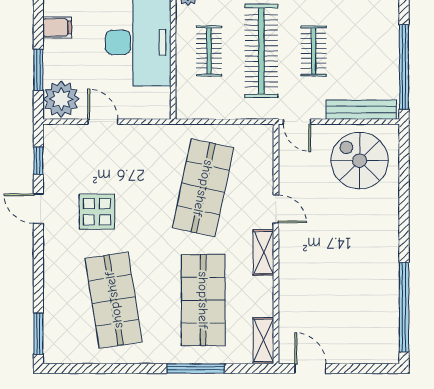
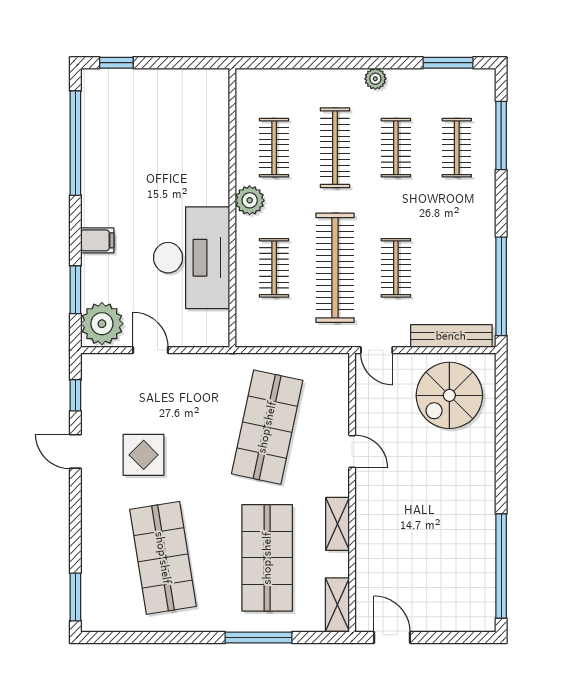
spiral stairs: (360, 161) -> (449, 395), turned -90
shelving: (263, 252) -> (338, 524), moved

